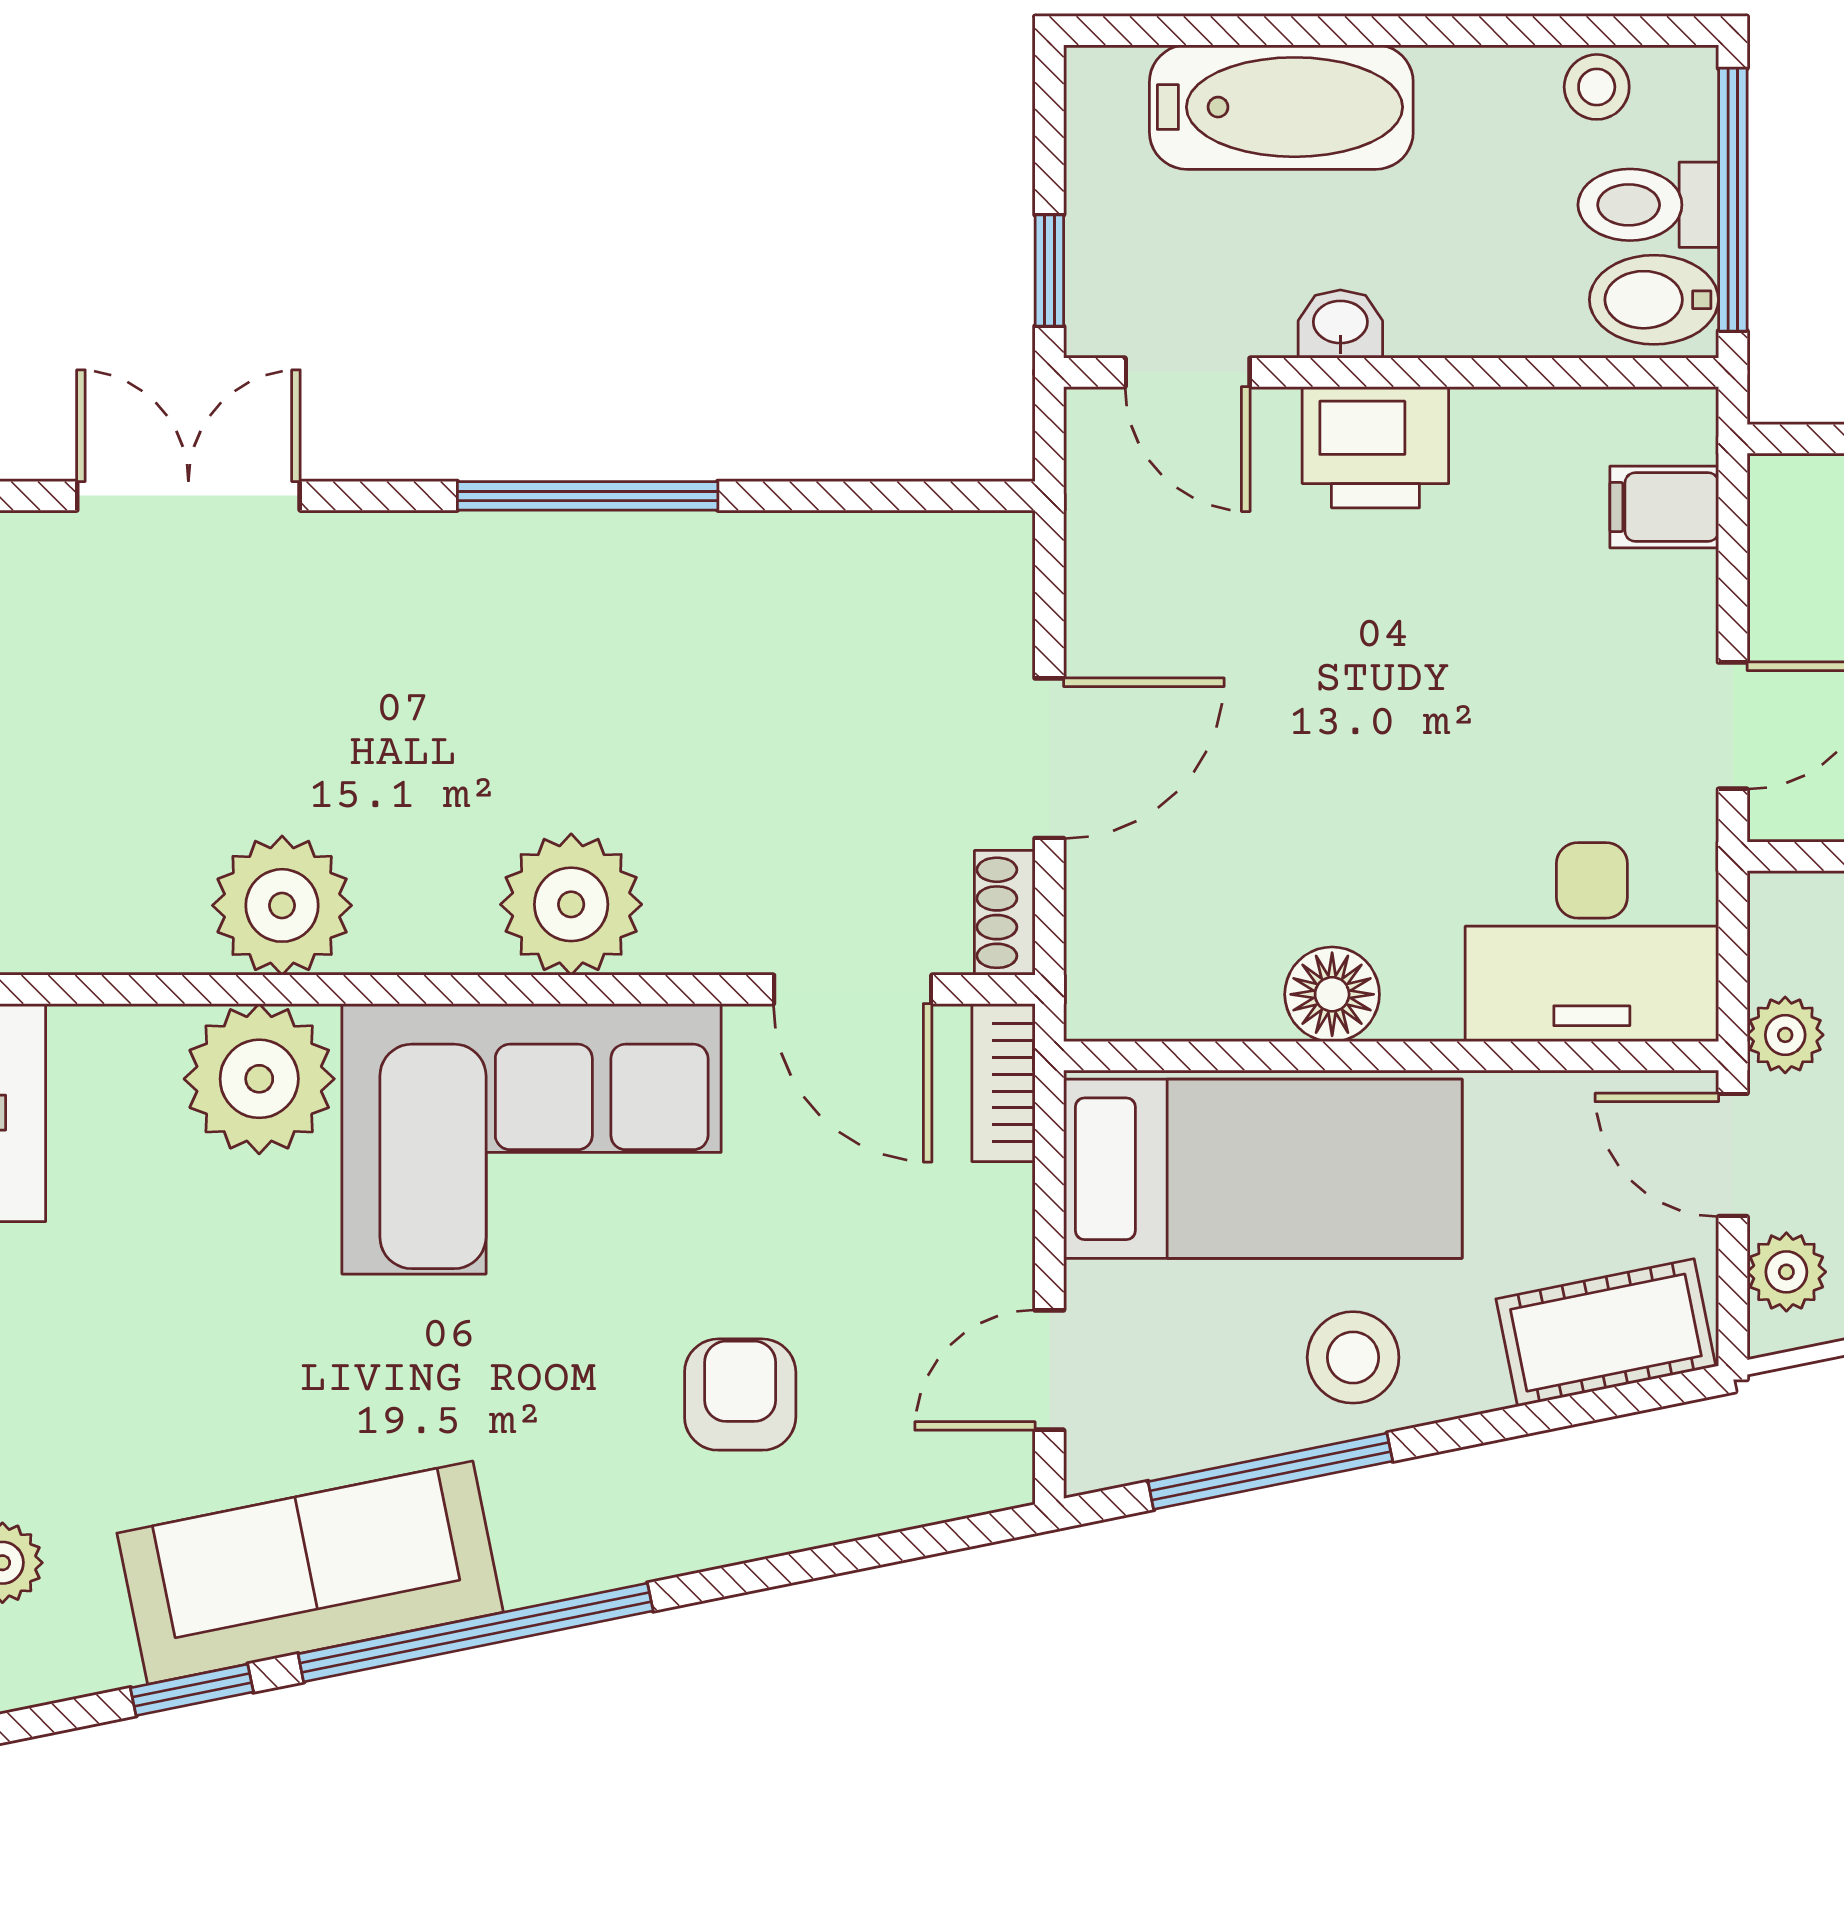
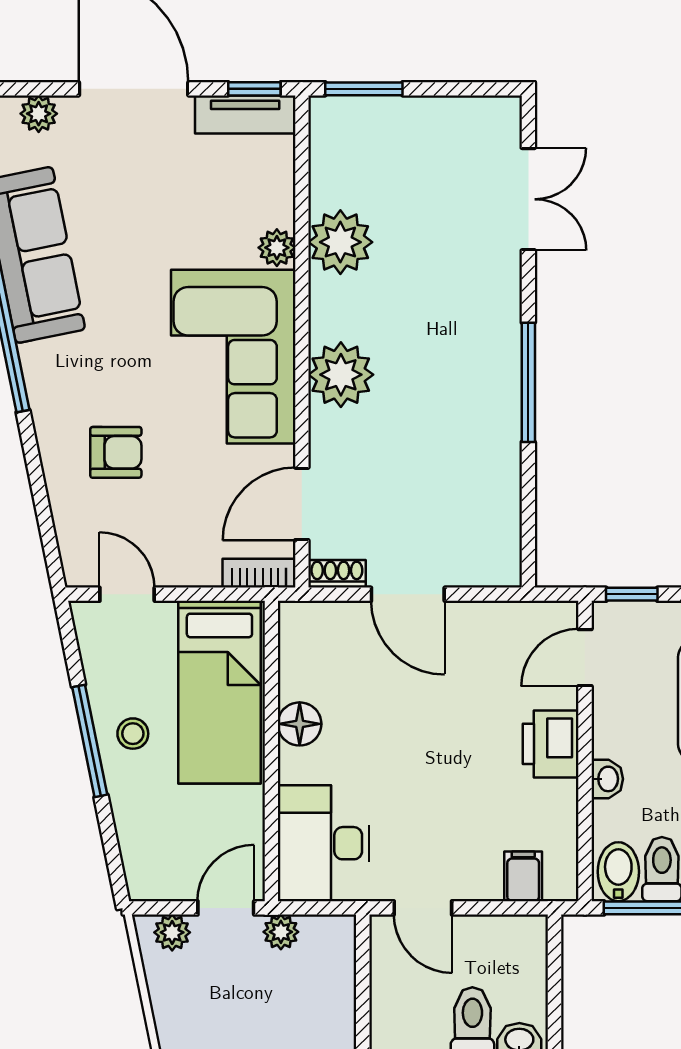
washbasin: (1340, 324) -> (607, 779), moved
plant: (259, 1079) -> (277, 248), width x0.53, depth x0.53
cot: (1606, 1333) -> (144, 850), removed
stool: (1353, 1357) -> (133, 734), width x0.73, depth x0.73
window: (1270, 1471) -> (90, 741), moved

